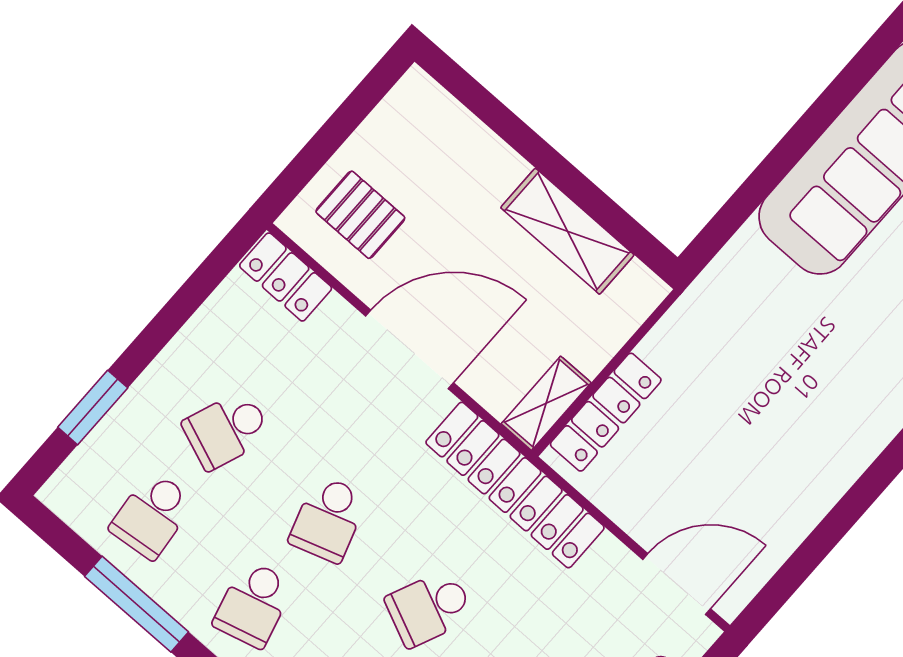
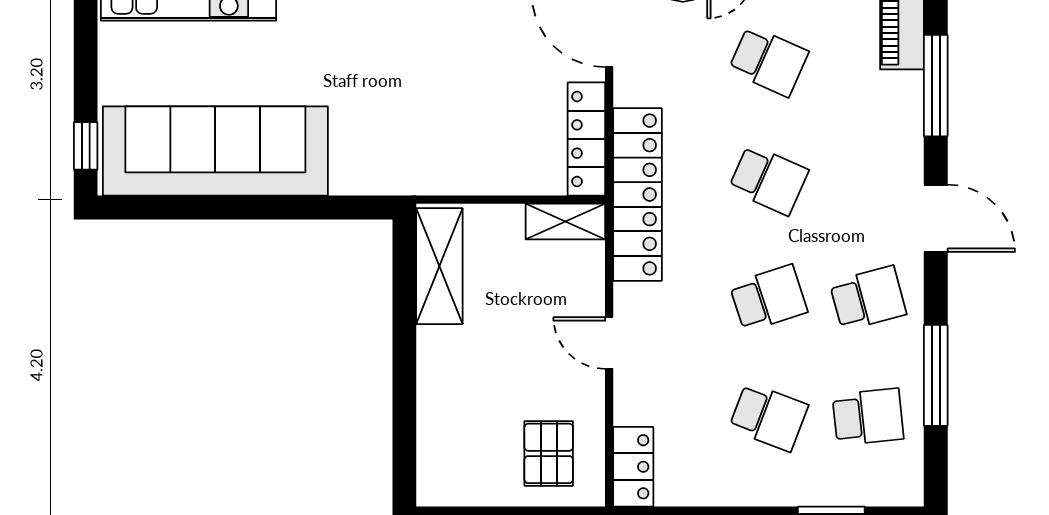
shelving: (567, 231) -> (439, 266), moved
door: (409, 349) -> (609, 343), width x0.53
locker: (606, 412) -> (586, 139), moved, turned -90

